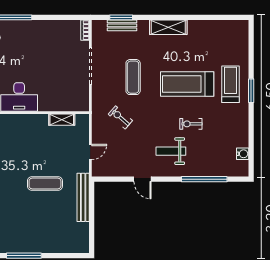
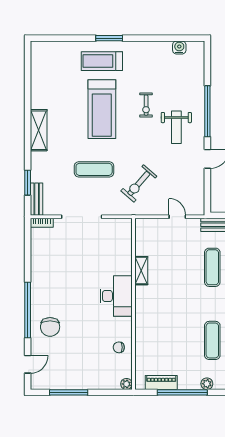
bench: (122, 25) -> (37, 199), moved
exercise bike: (120, 117) -> (139, 184), width x1.38, depth x1.39
shelving: (62, 120) -> (141, 271), moved
window: (204, 179) -> (207, 111), moved

